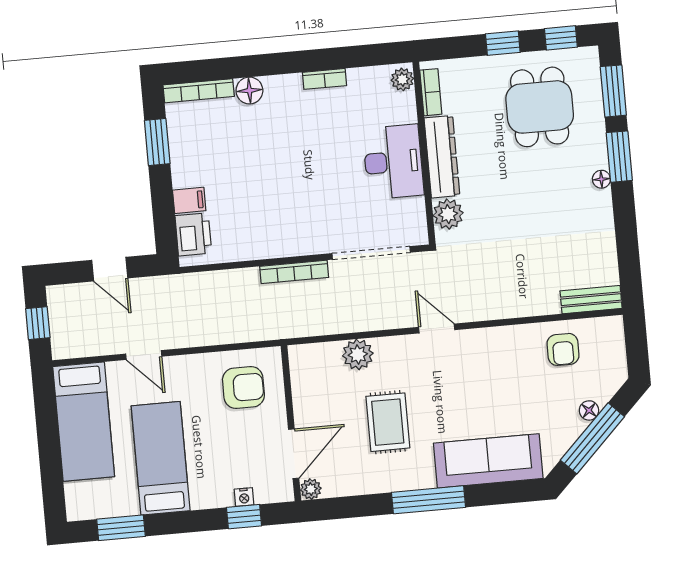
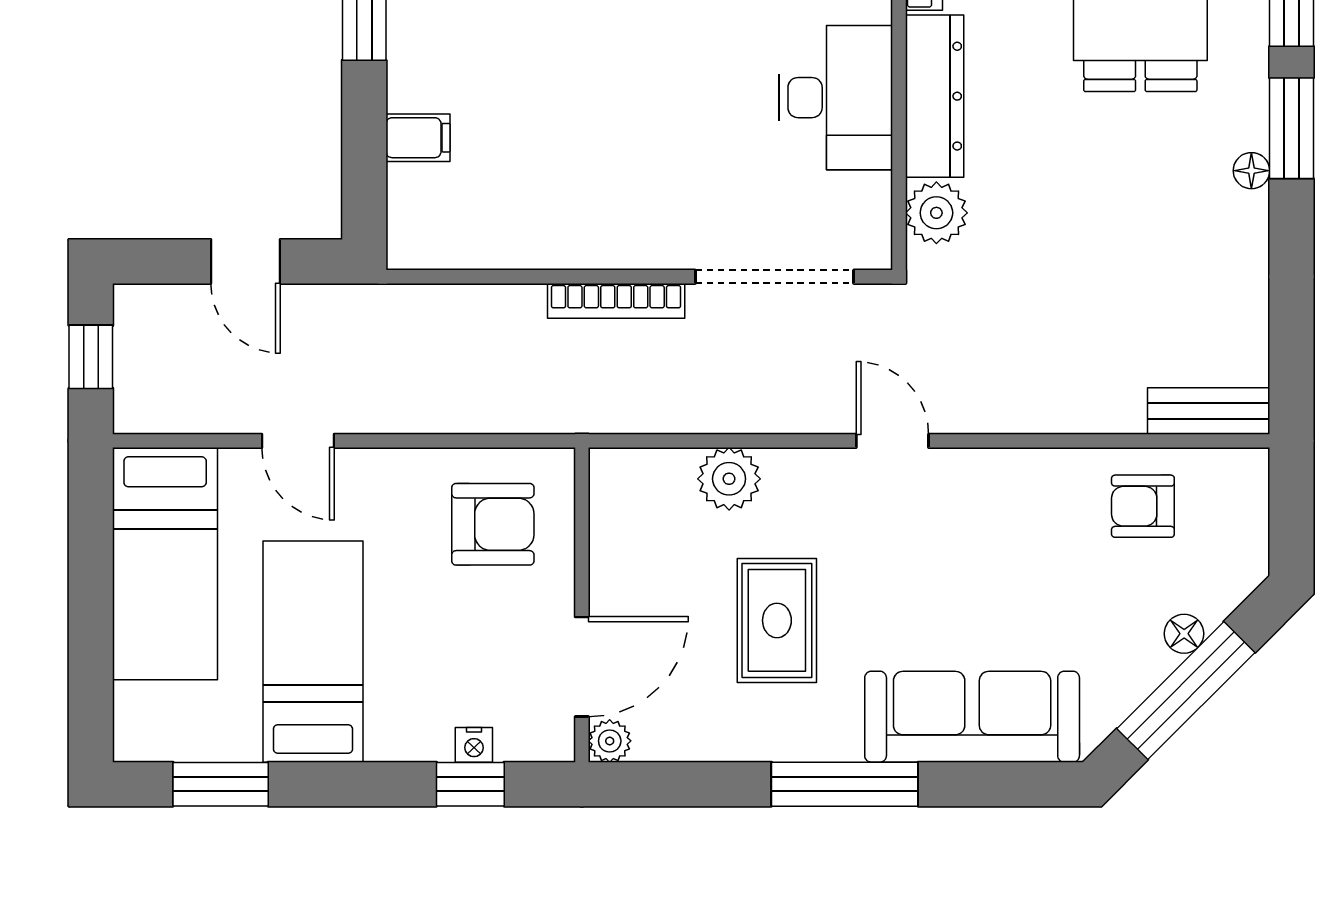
printer: (193, 234) -> (420, 207), removed
armchair: (563, 349) -> (1143, 506), turned 90

